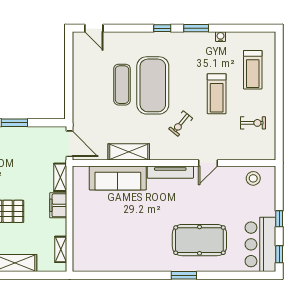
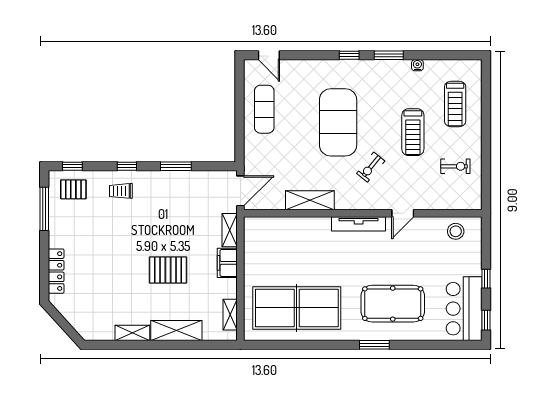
exercise mat: (122, 85) -> (264, 109), moved
door: (69, 144) -> (240, 191), hinge flipped
sofa: (118, 178) -> (297, 231), removed
table tennis table: (118, 244) -> (297, 308), added

